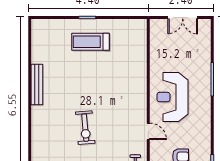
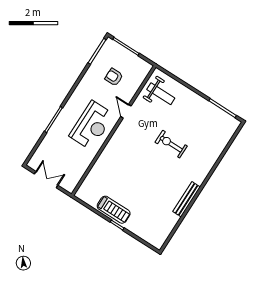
treadmill: (91, 42) -> (114, 210), moved
exercise bike: (85, 128) -> (171, 144), turned -85

